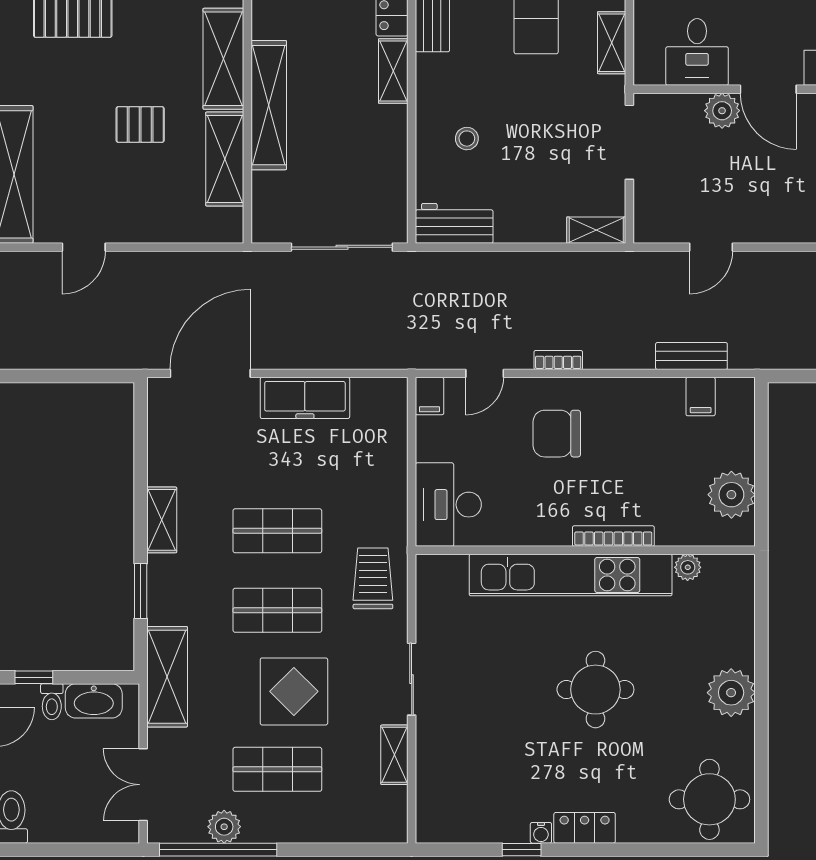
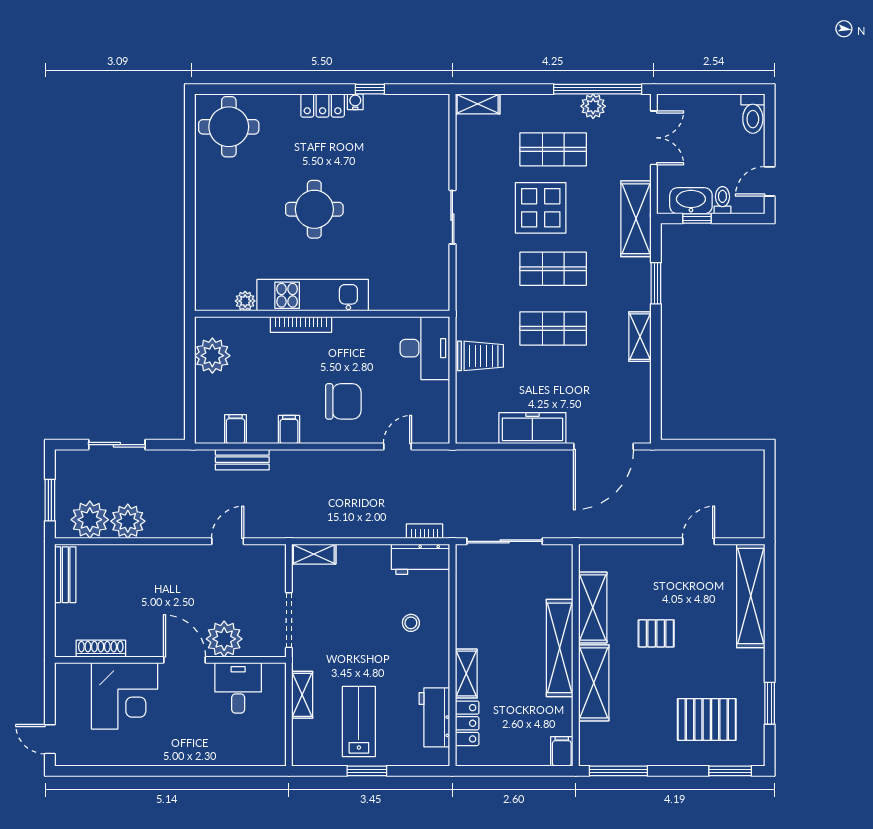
plant: (722, 111) -> (224, 639), width x1.36, depth x1.36
bookcase: (558, 360) -> (424, 531), moved, turned 180
filing cabinet: (429, 396) -> (289, 430), moved
kitchen unit: (571, 575) -> (313, 295), width x0.73
trolley: (373, 578) -> (481, 356), moved, turned -90
window: (34, 677) -> (697, 218), moved
plant: (731, 693) -> (213, 207), removed
shelving: (394, 755) -> (478, 104), moved, turned 90

